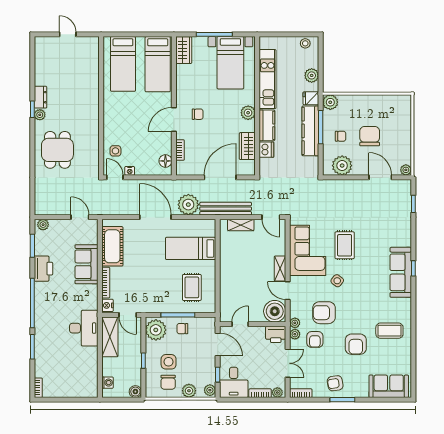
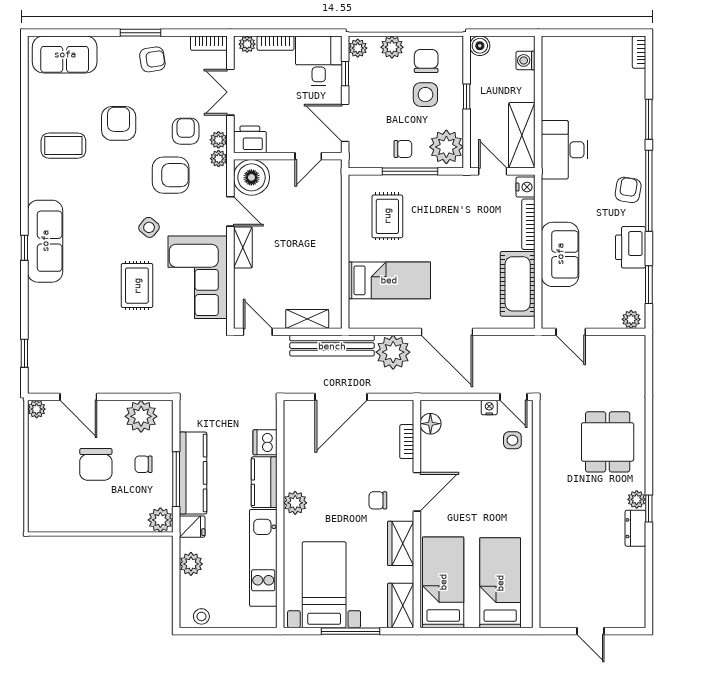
wardrobe: (247, 146) -> (401, 543), moved, turned 180
armchair: (45, 304) -> (628, 190), added

